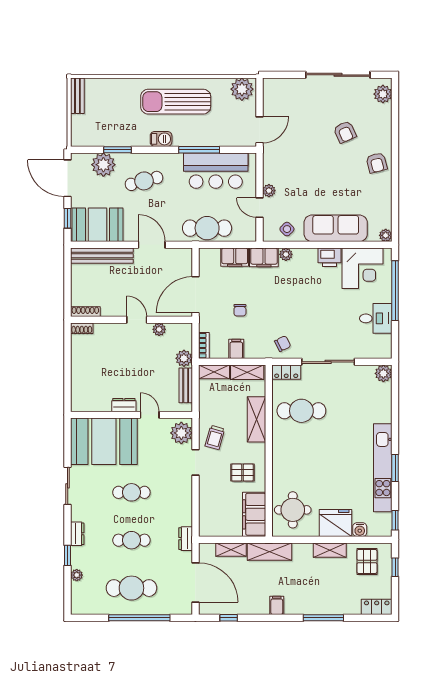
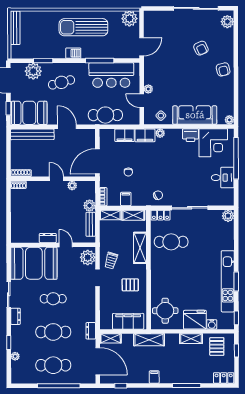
bench: (77, 96) -> (15, 28), width x1.36
filing cabinet: (254, 514) -> (128, 321), moved, turned 90
dresser: (77, 534) -> (16, 316), moved
cafe table: (131, 540) -> (53, 332), width x1.37, depth x1.35
shelving: (231, 550) -> (111, 338), moved

